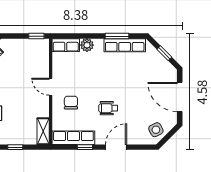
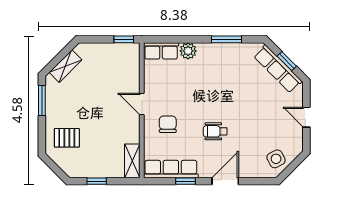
row of seats: (125, 45) -> (278, 69), moved, turned 45
door: (180, 97) -> (306, 117), width x0.53

